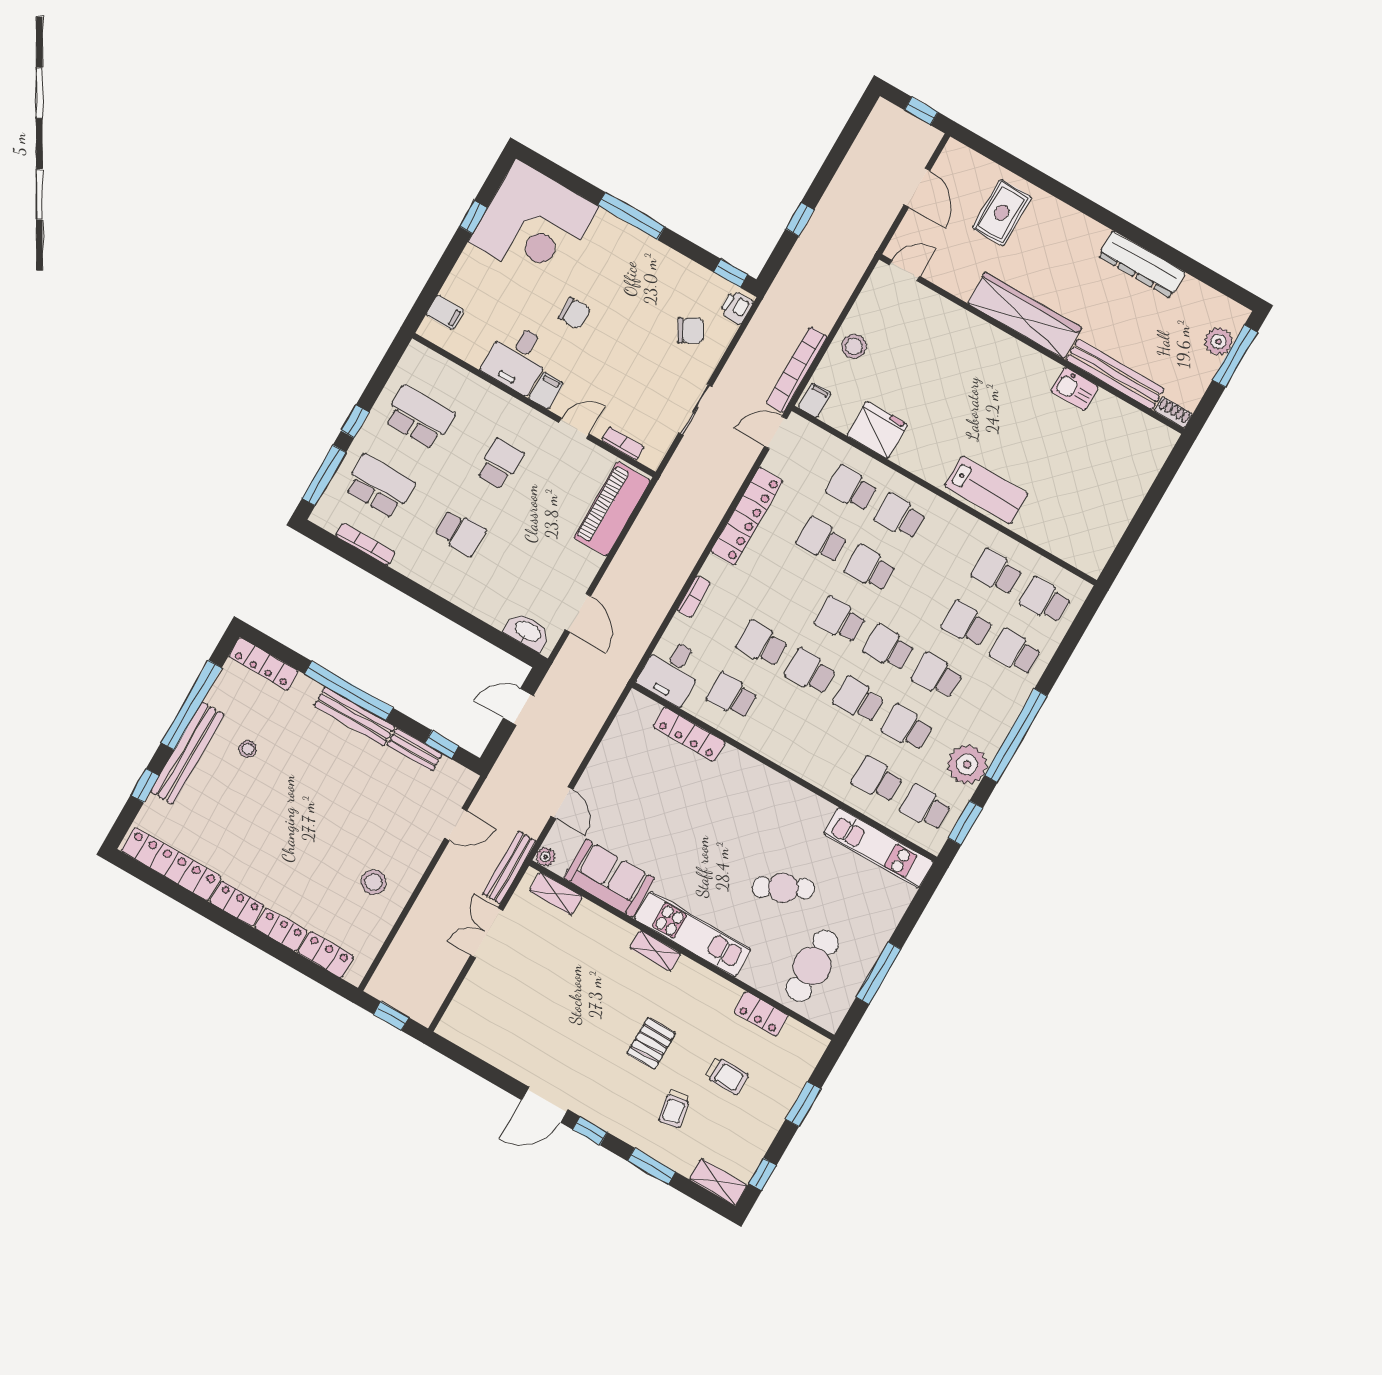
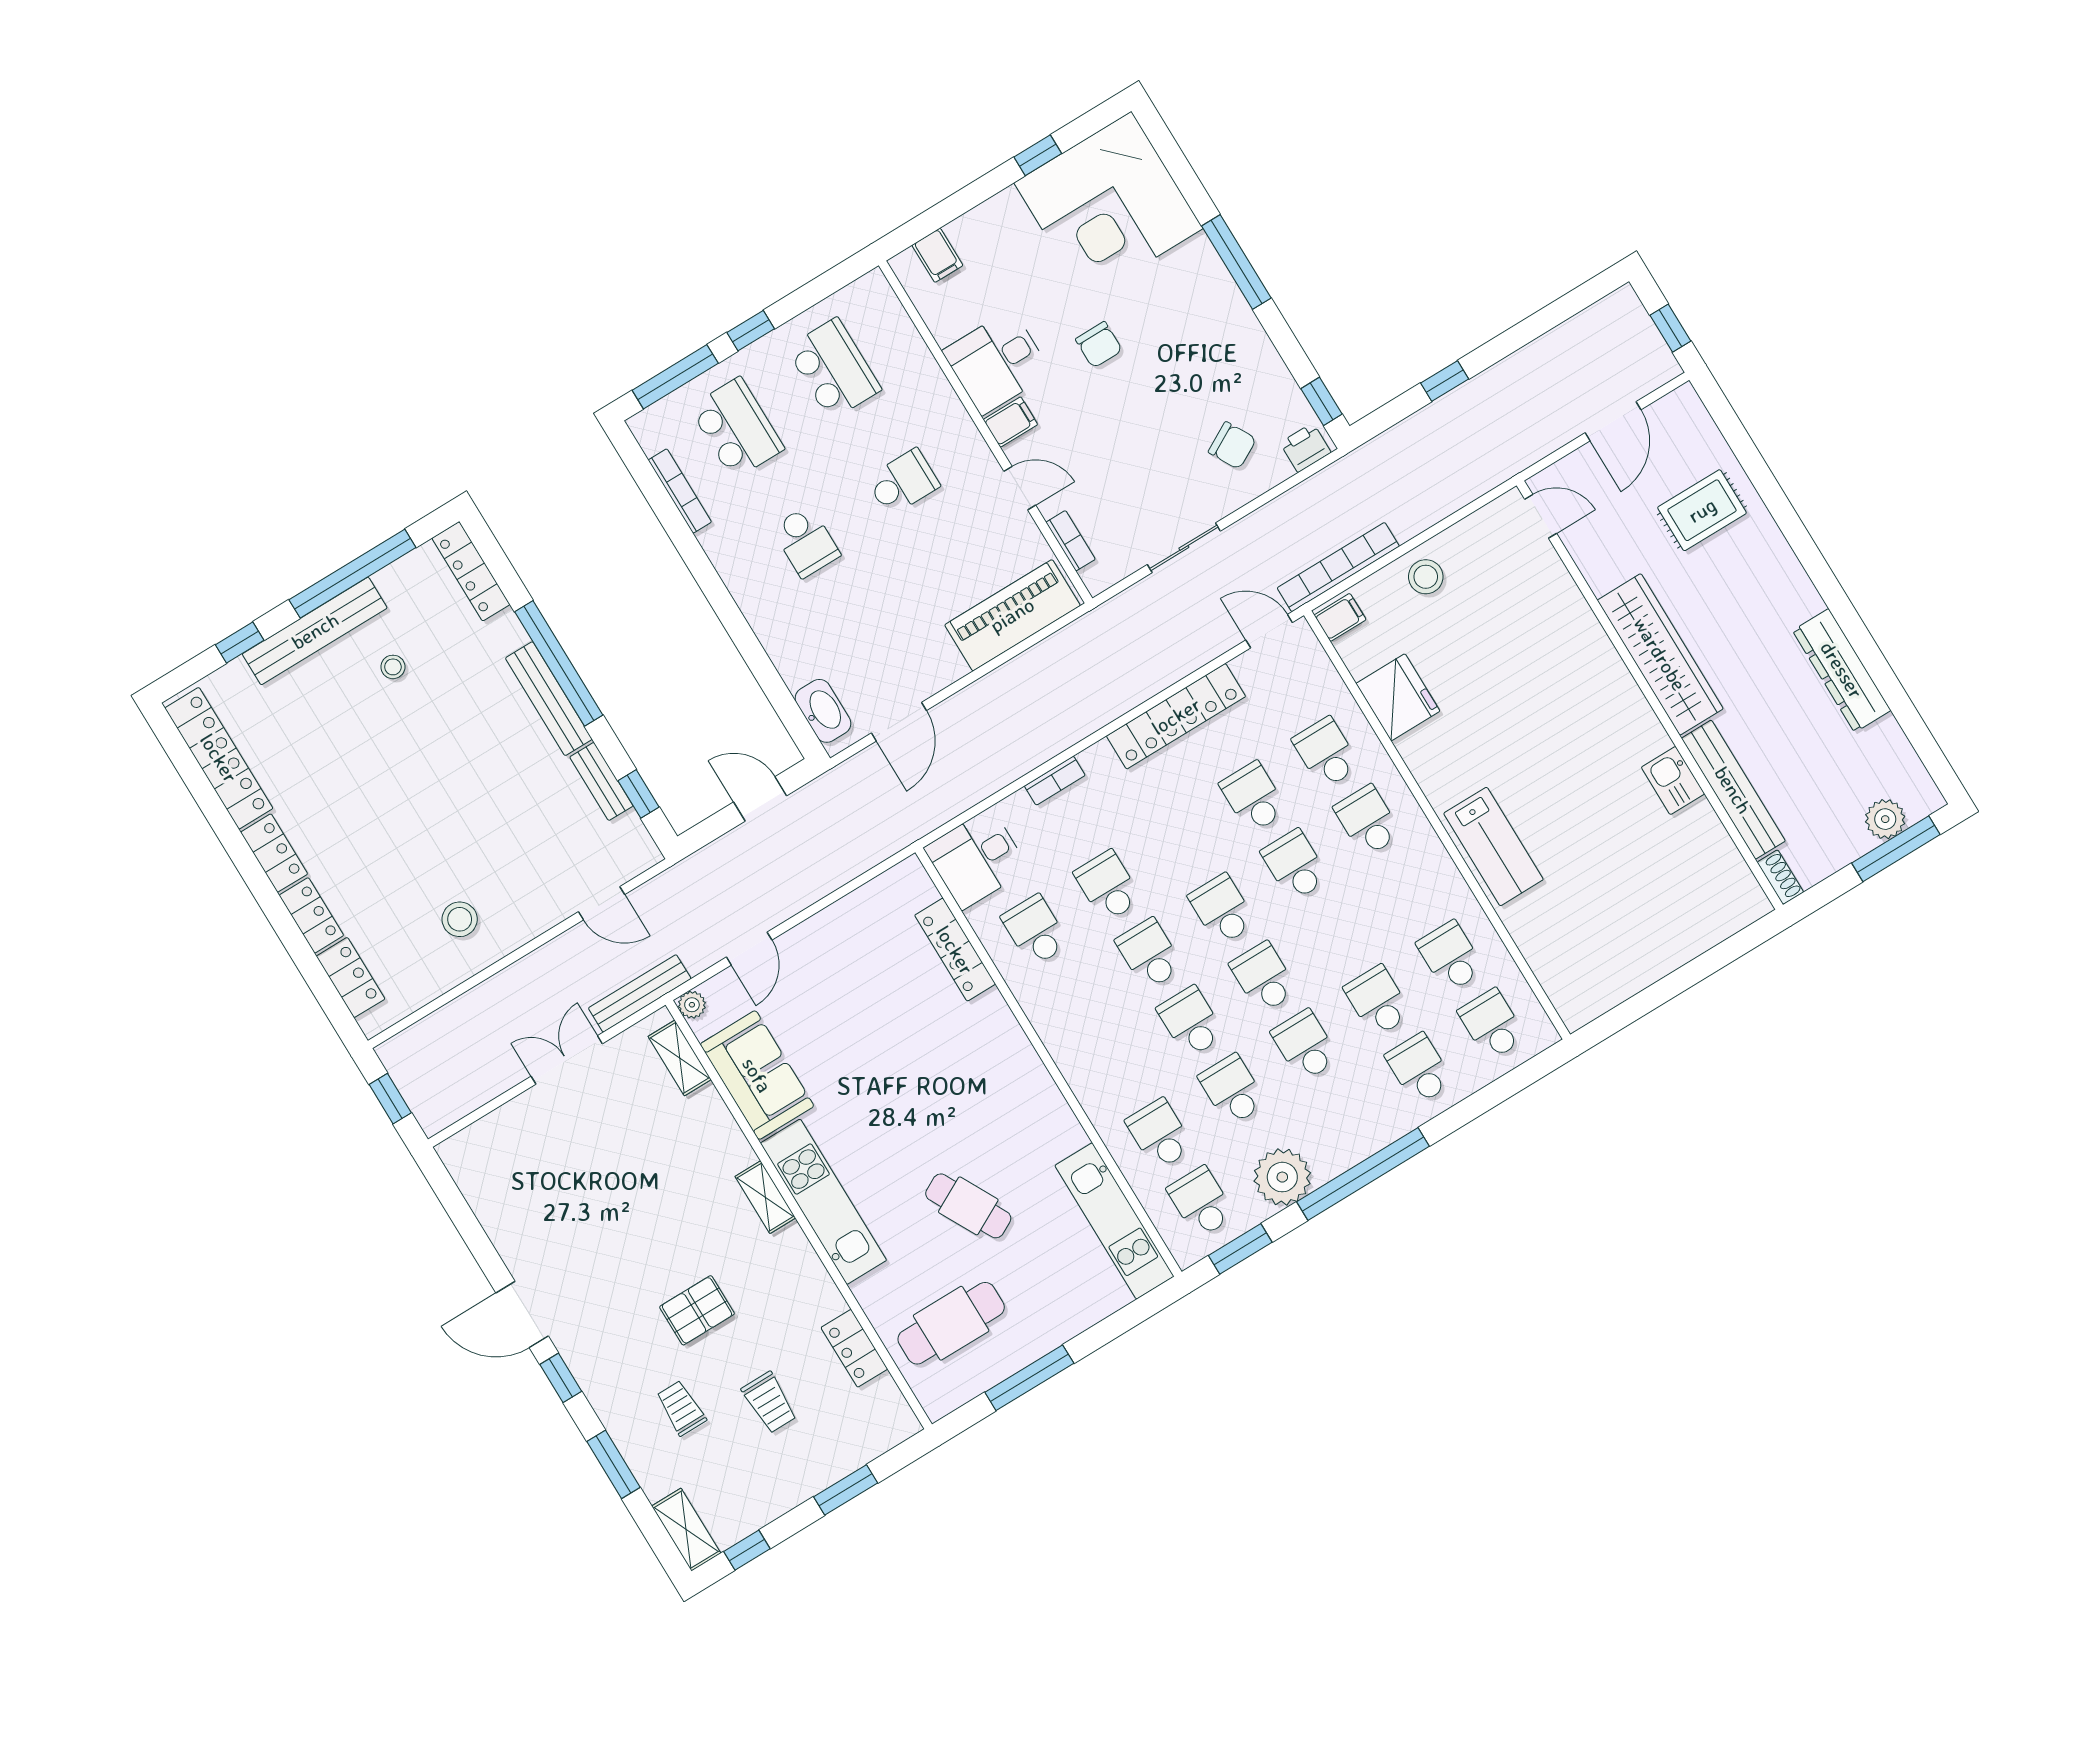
trolley: (674, 1109) -> (681, 1408), turned 101

